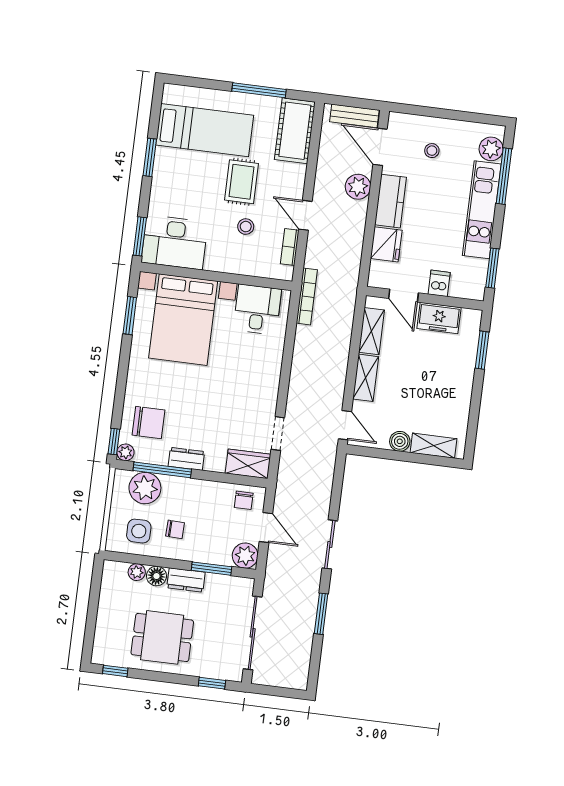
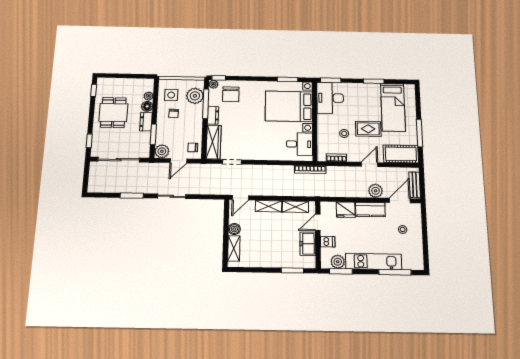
plant: (491, 149) -> (338, 262), moved
door: (305, 215) -> (370, 164), moved
wardrobe: (248, 464) -> (214, 142), width x1.50

